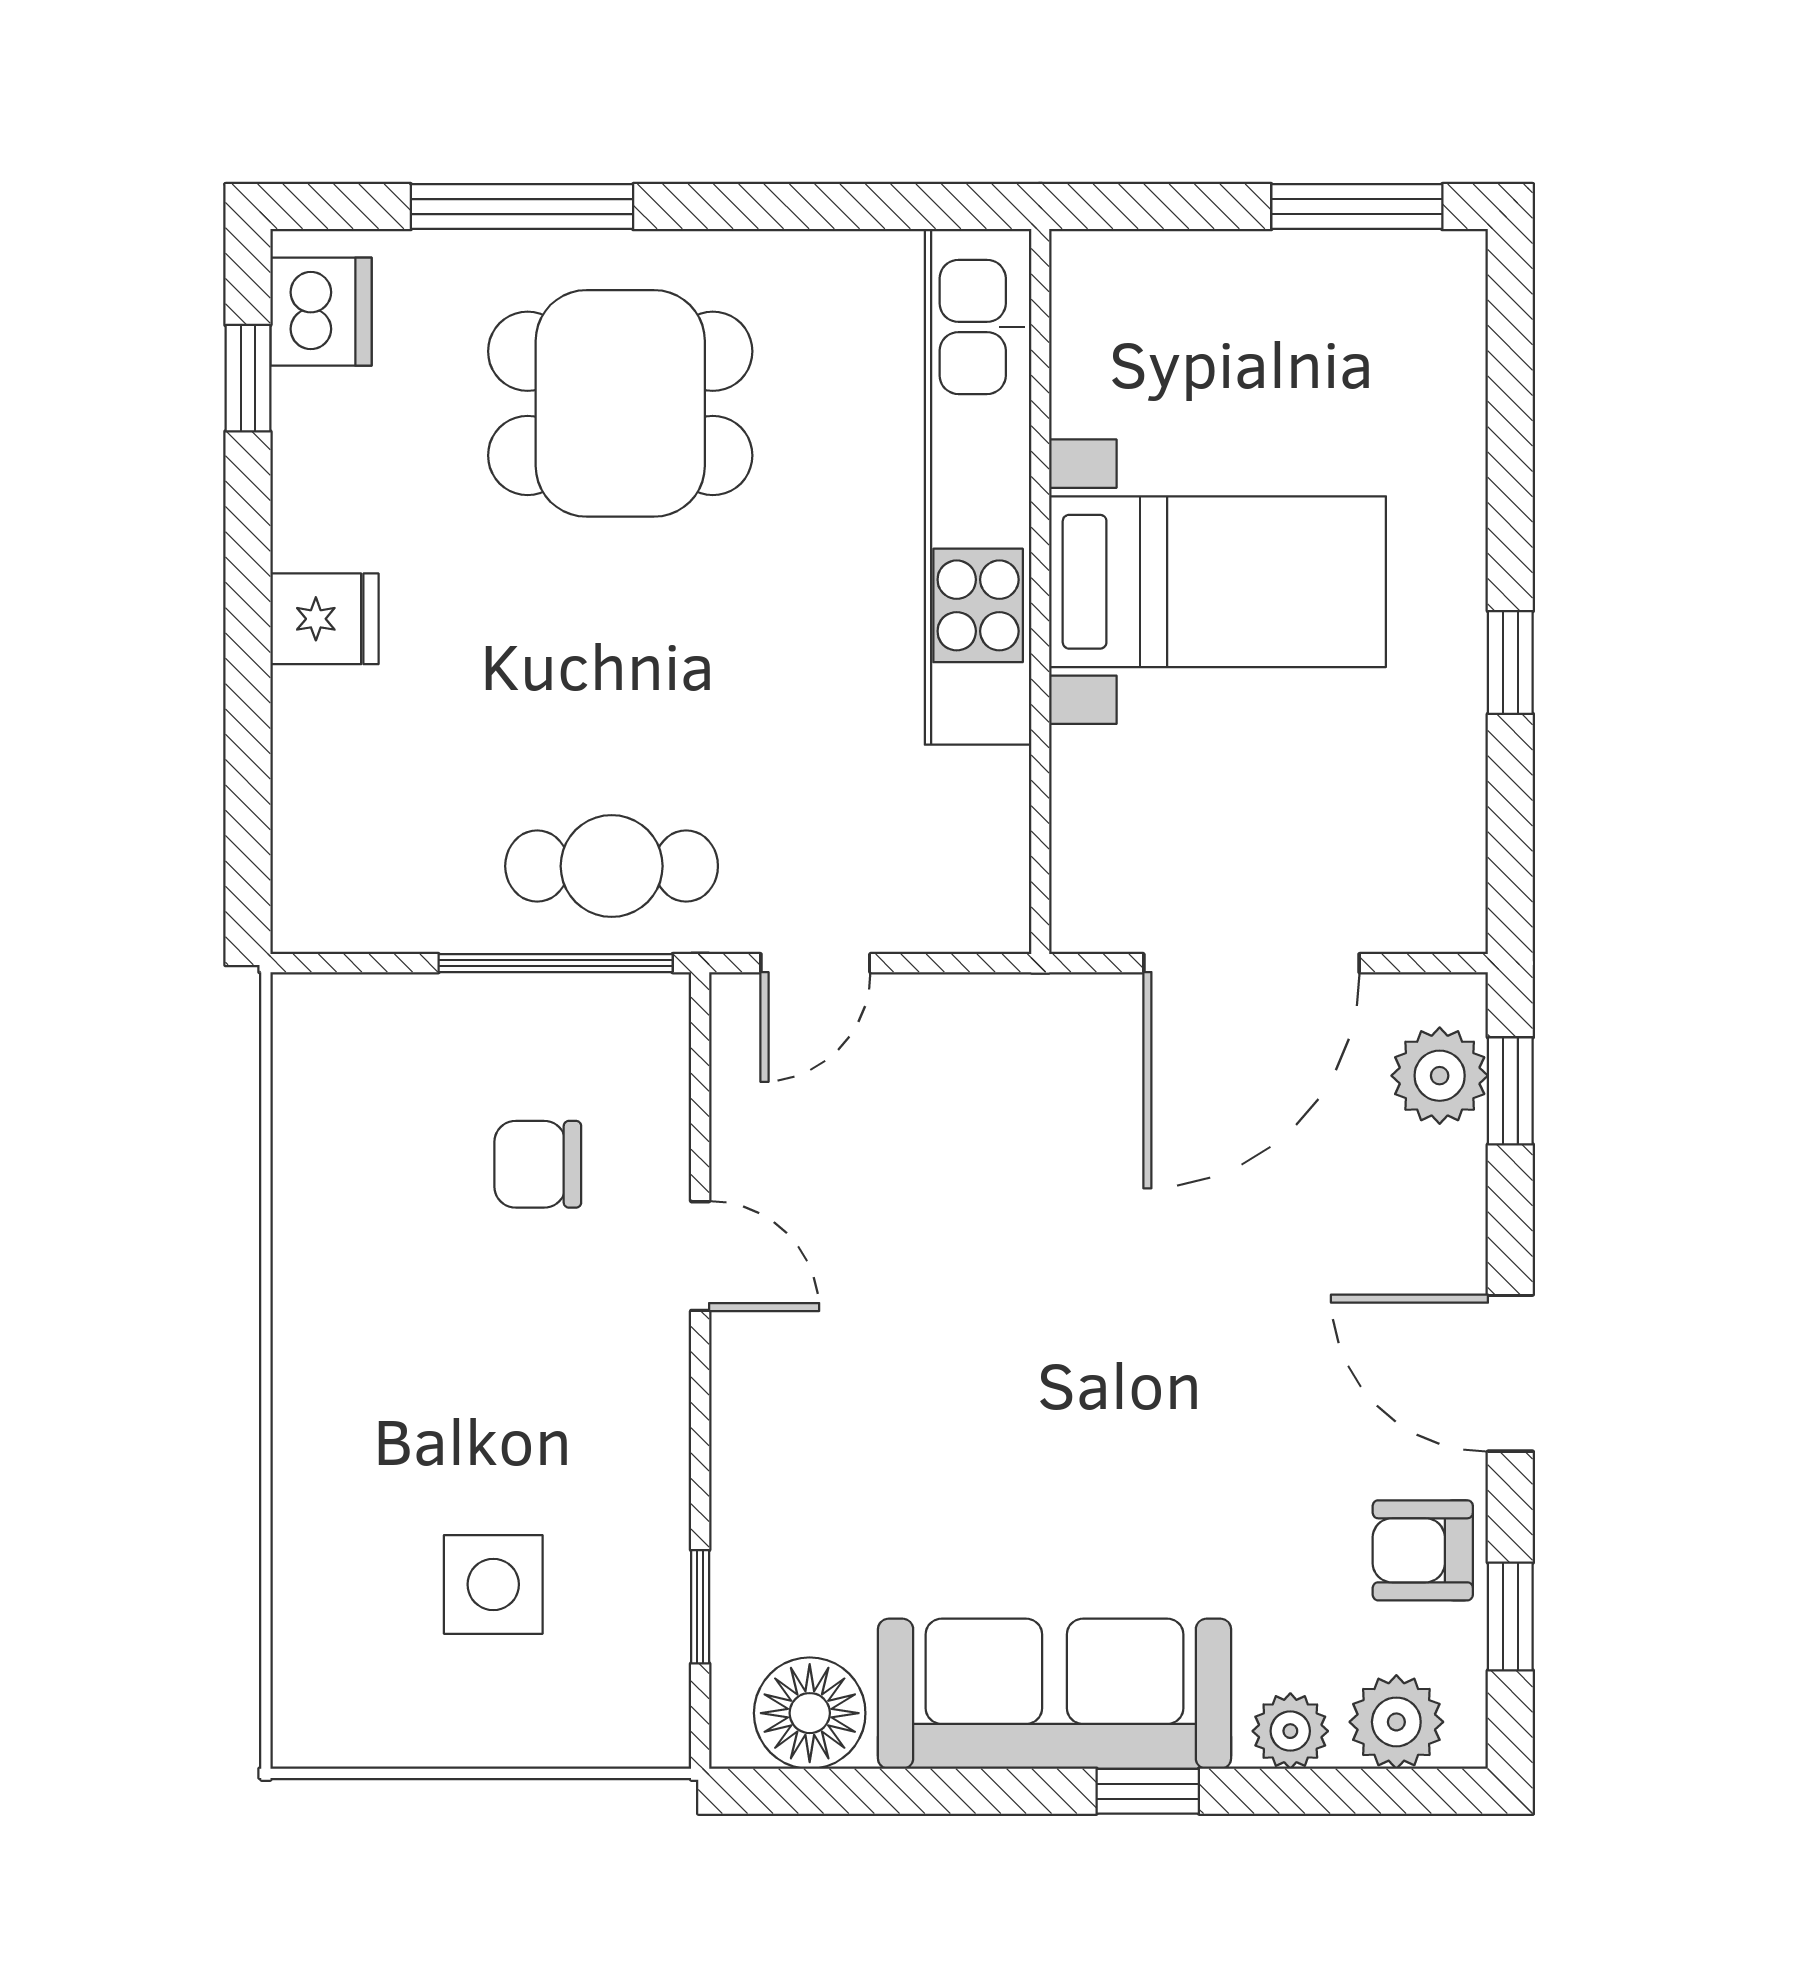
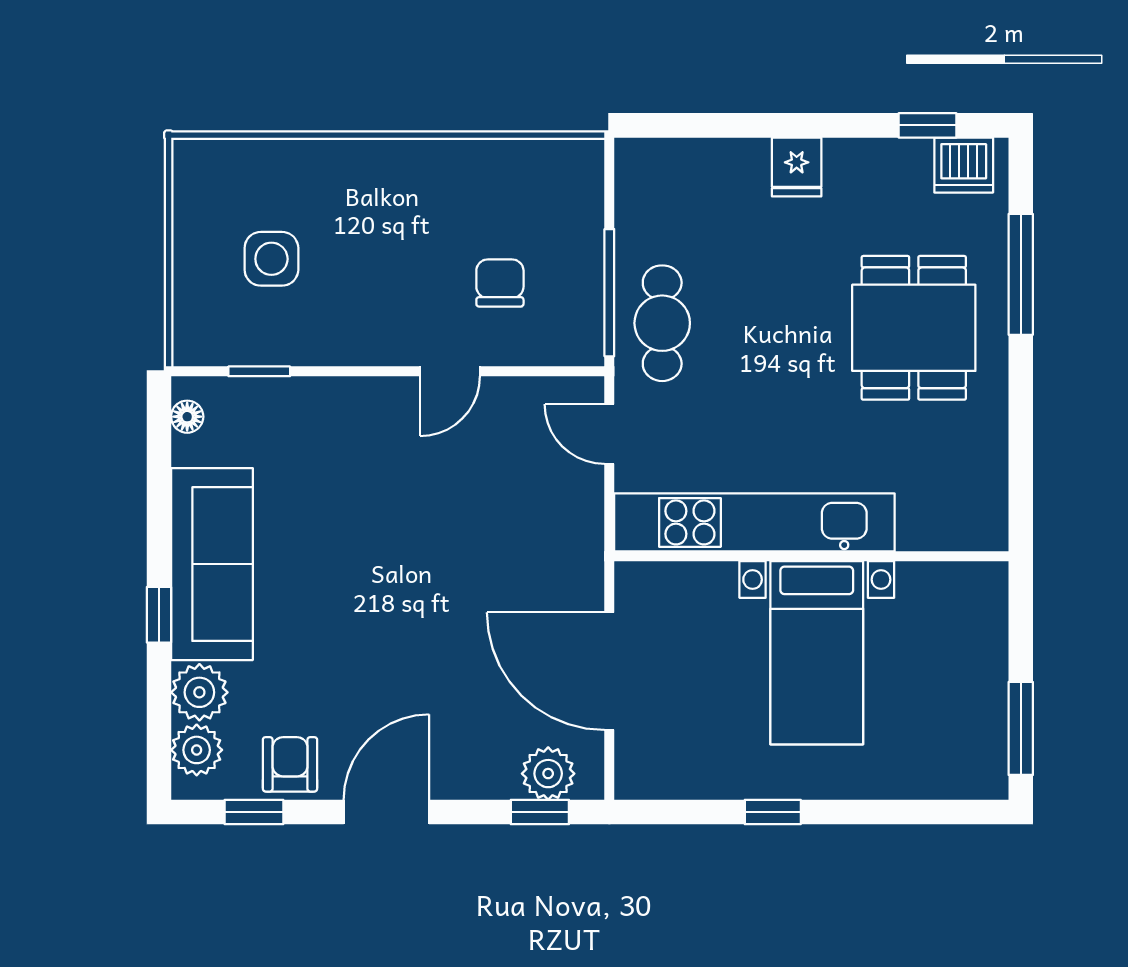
kitchen unit: (978, 487) -> (754, 522), moved
floor lamp: (810, 1713) -> (187, 417), width x0.53, depth x0.53
plant: (1290, 1731) -> (199, 692), width x1.38, depth x1.38

